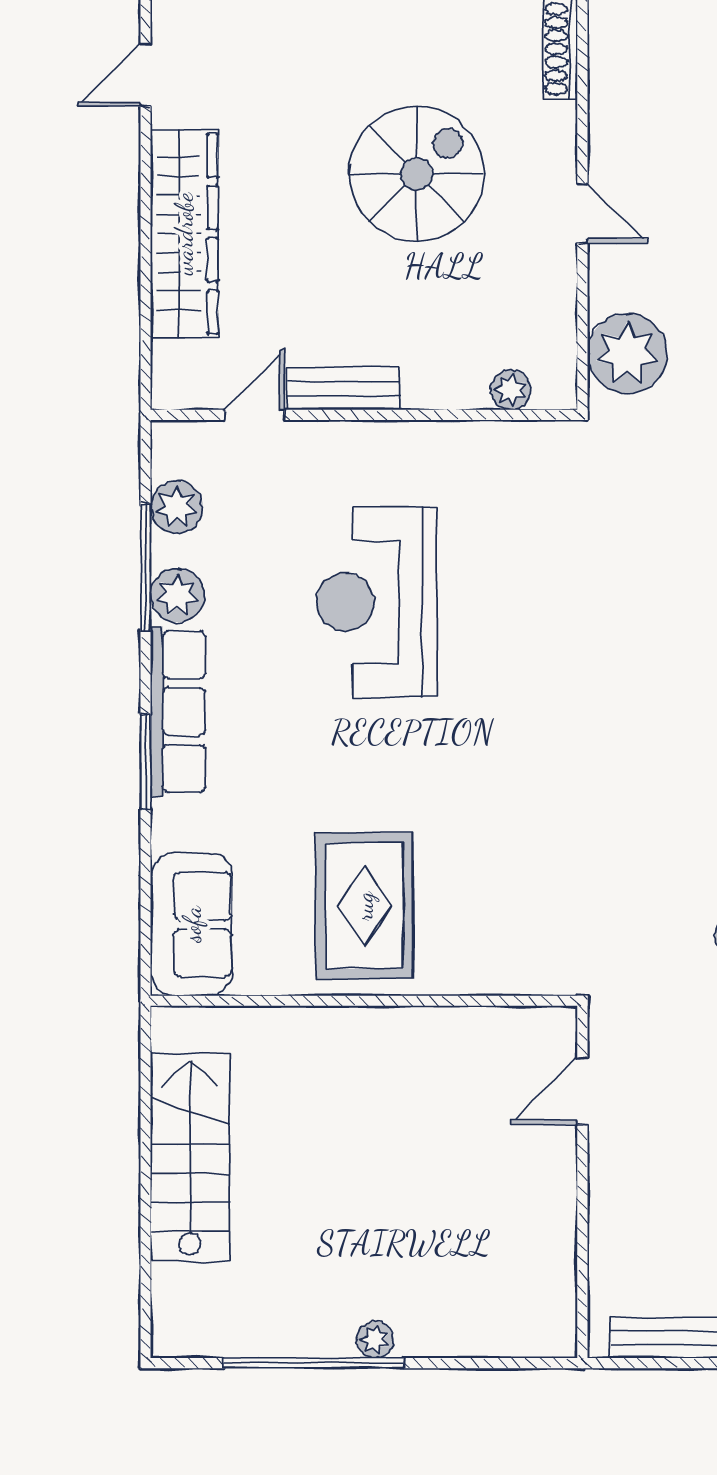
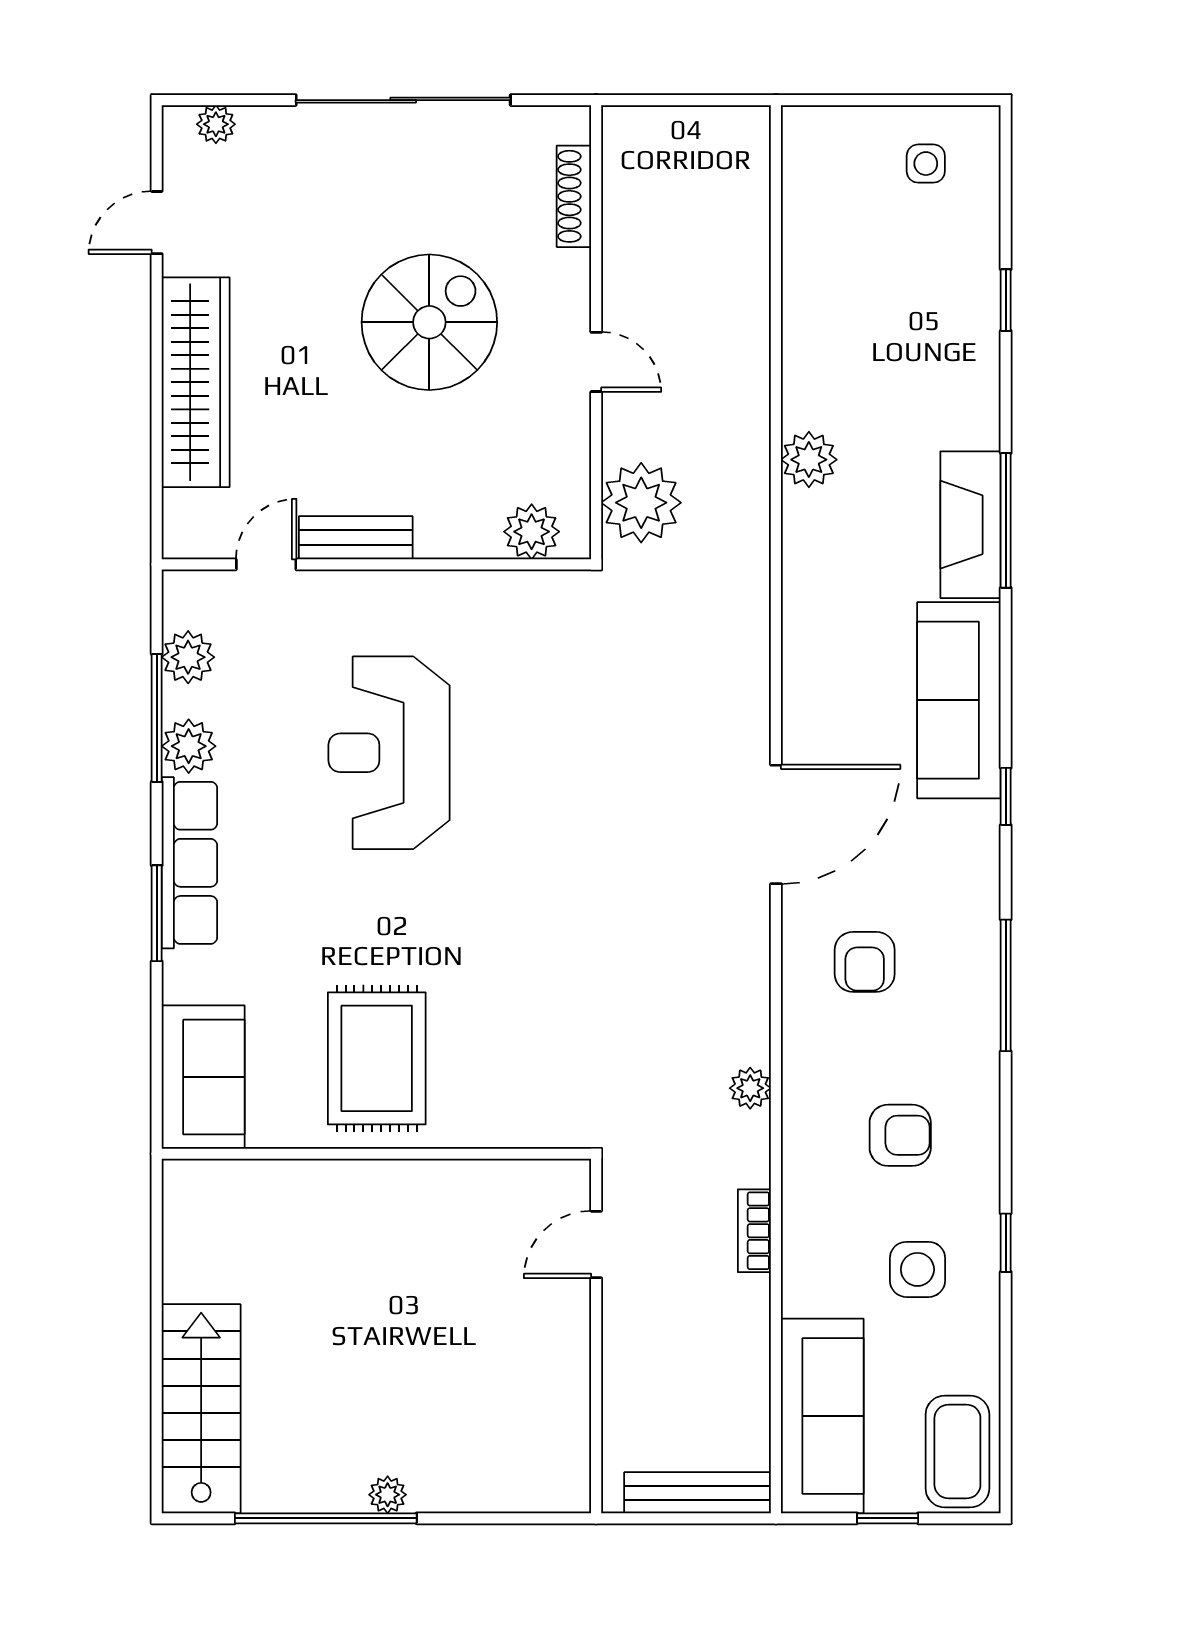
plant: (511, 390) -> (532, 532), width x1.38, depth x1.38
stairs: (190, 1157) -> (201, 1409), moved

